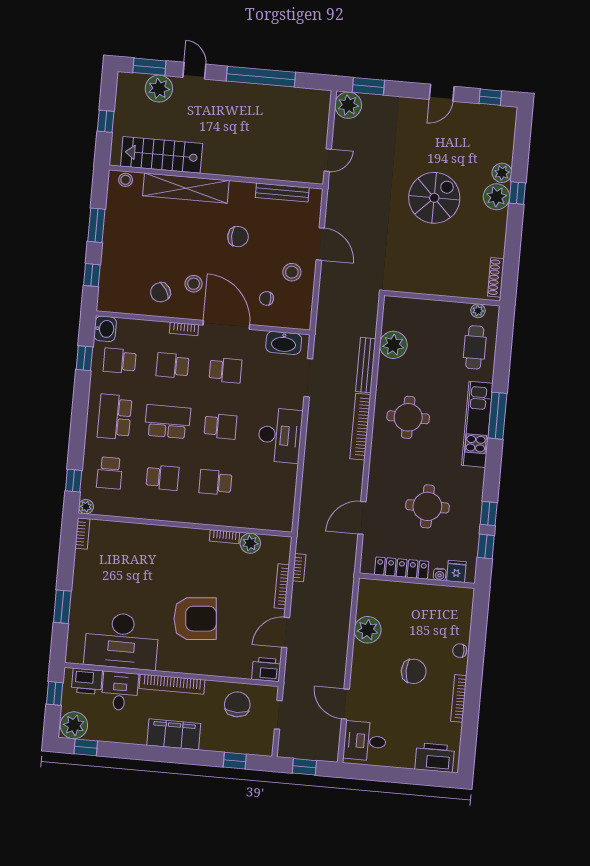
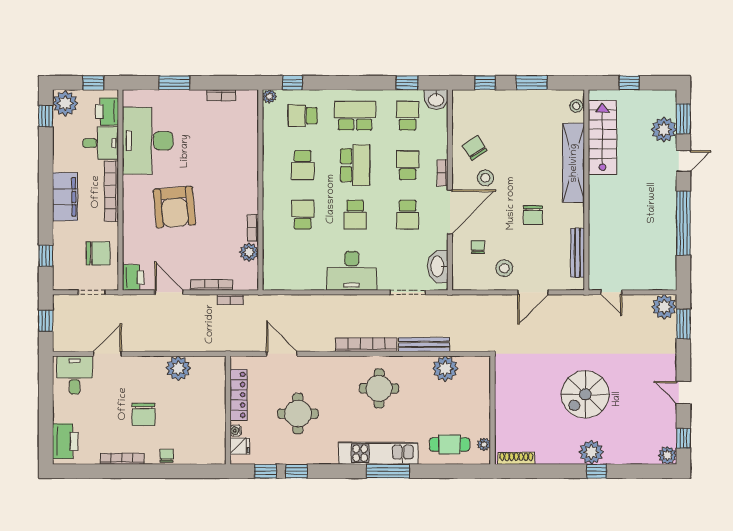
plant: (502, 173) -> (667, 455), moved
spiral stairs: (434, 198) -> (585, 394), turned 90
bookcase: (82, 534) -> (221, 95), moved

